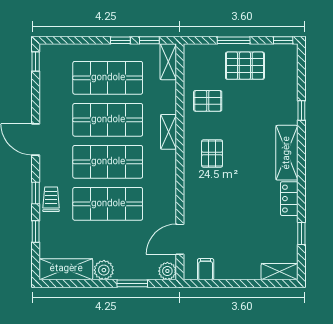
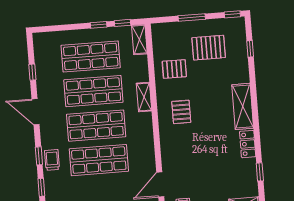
window: (36, 62) -> (32, 72), moved
pallet: (245, 66) -> (209, 48), moved
window: (301, 111) -> (250, 49), moved

